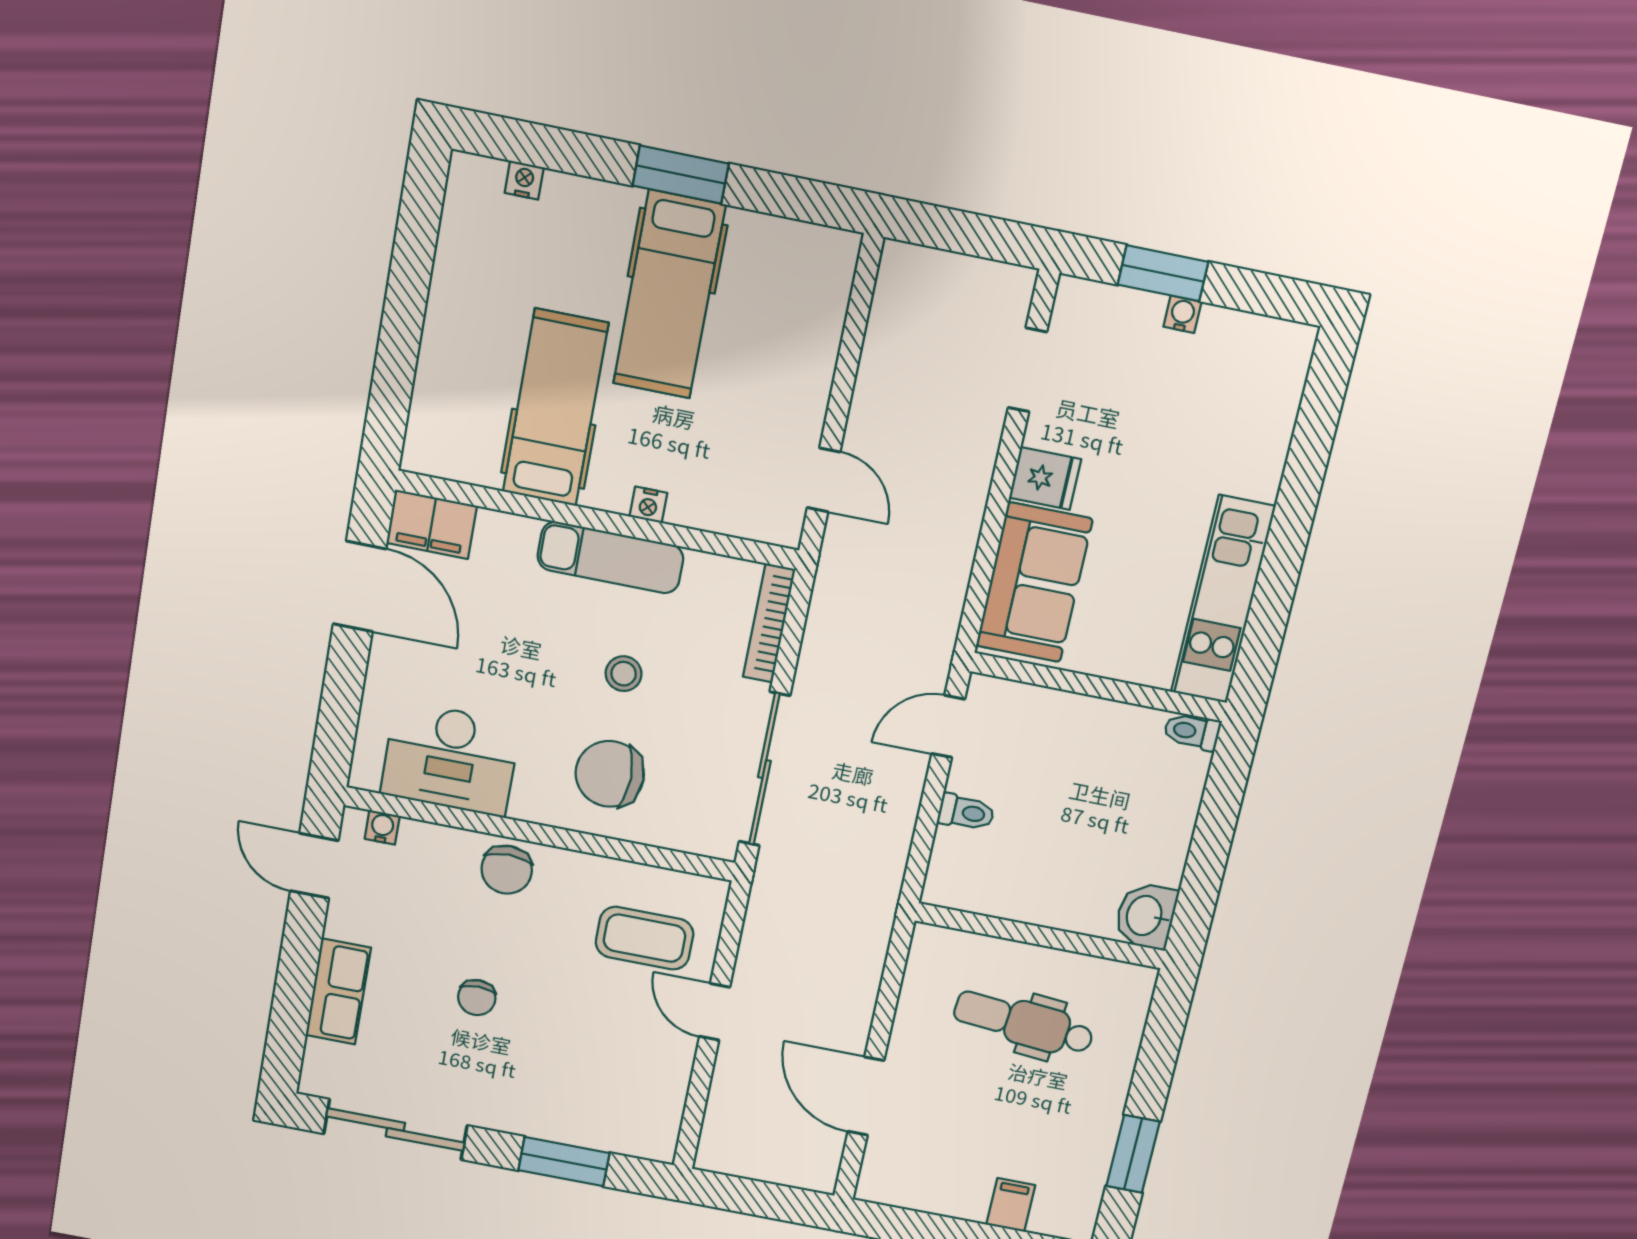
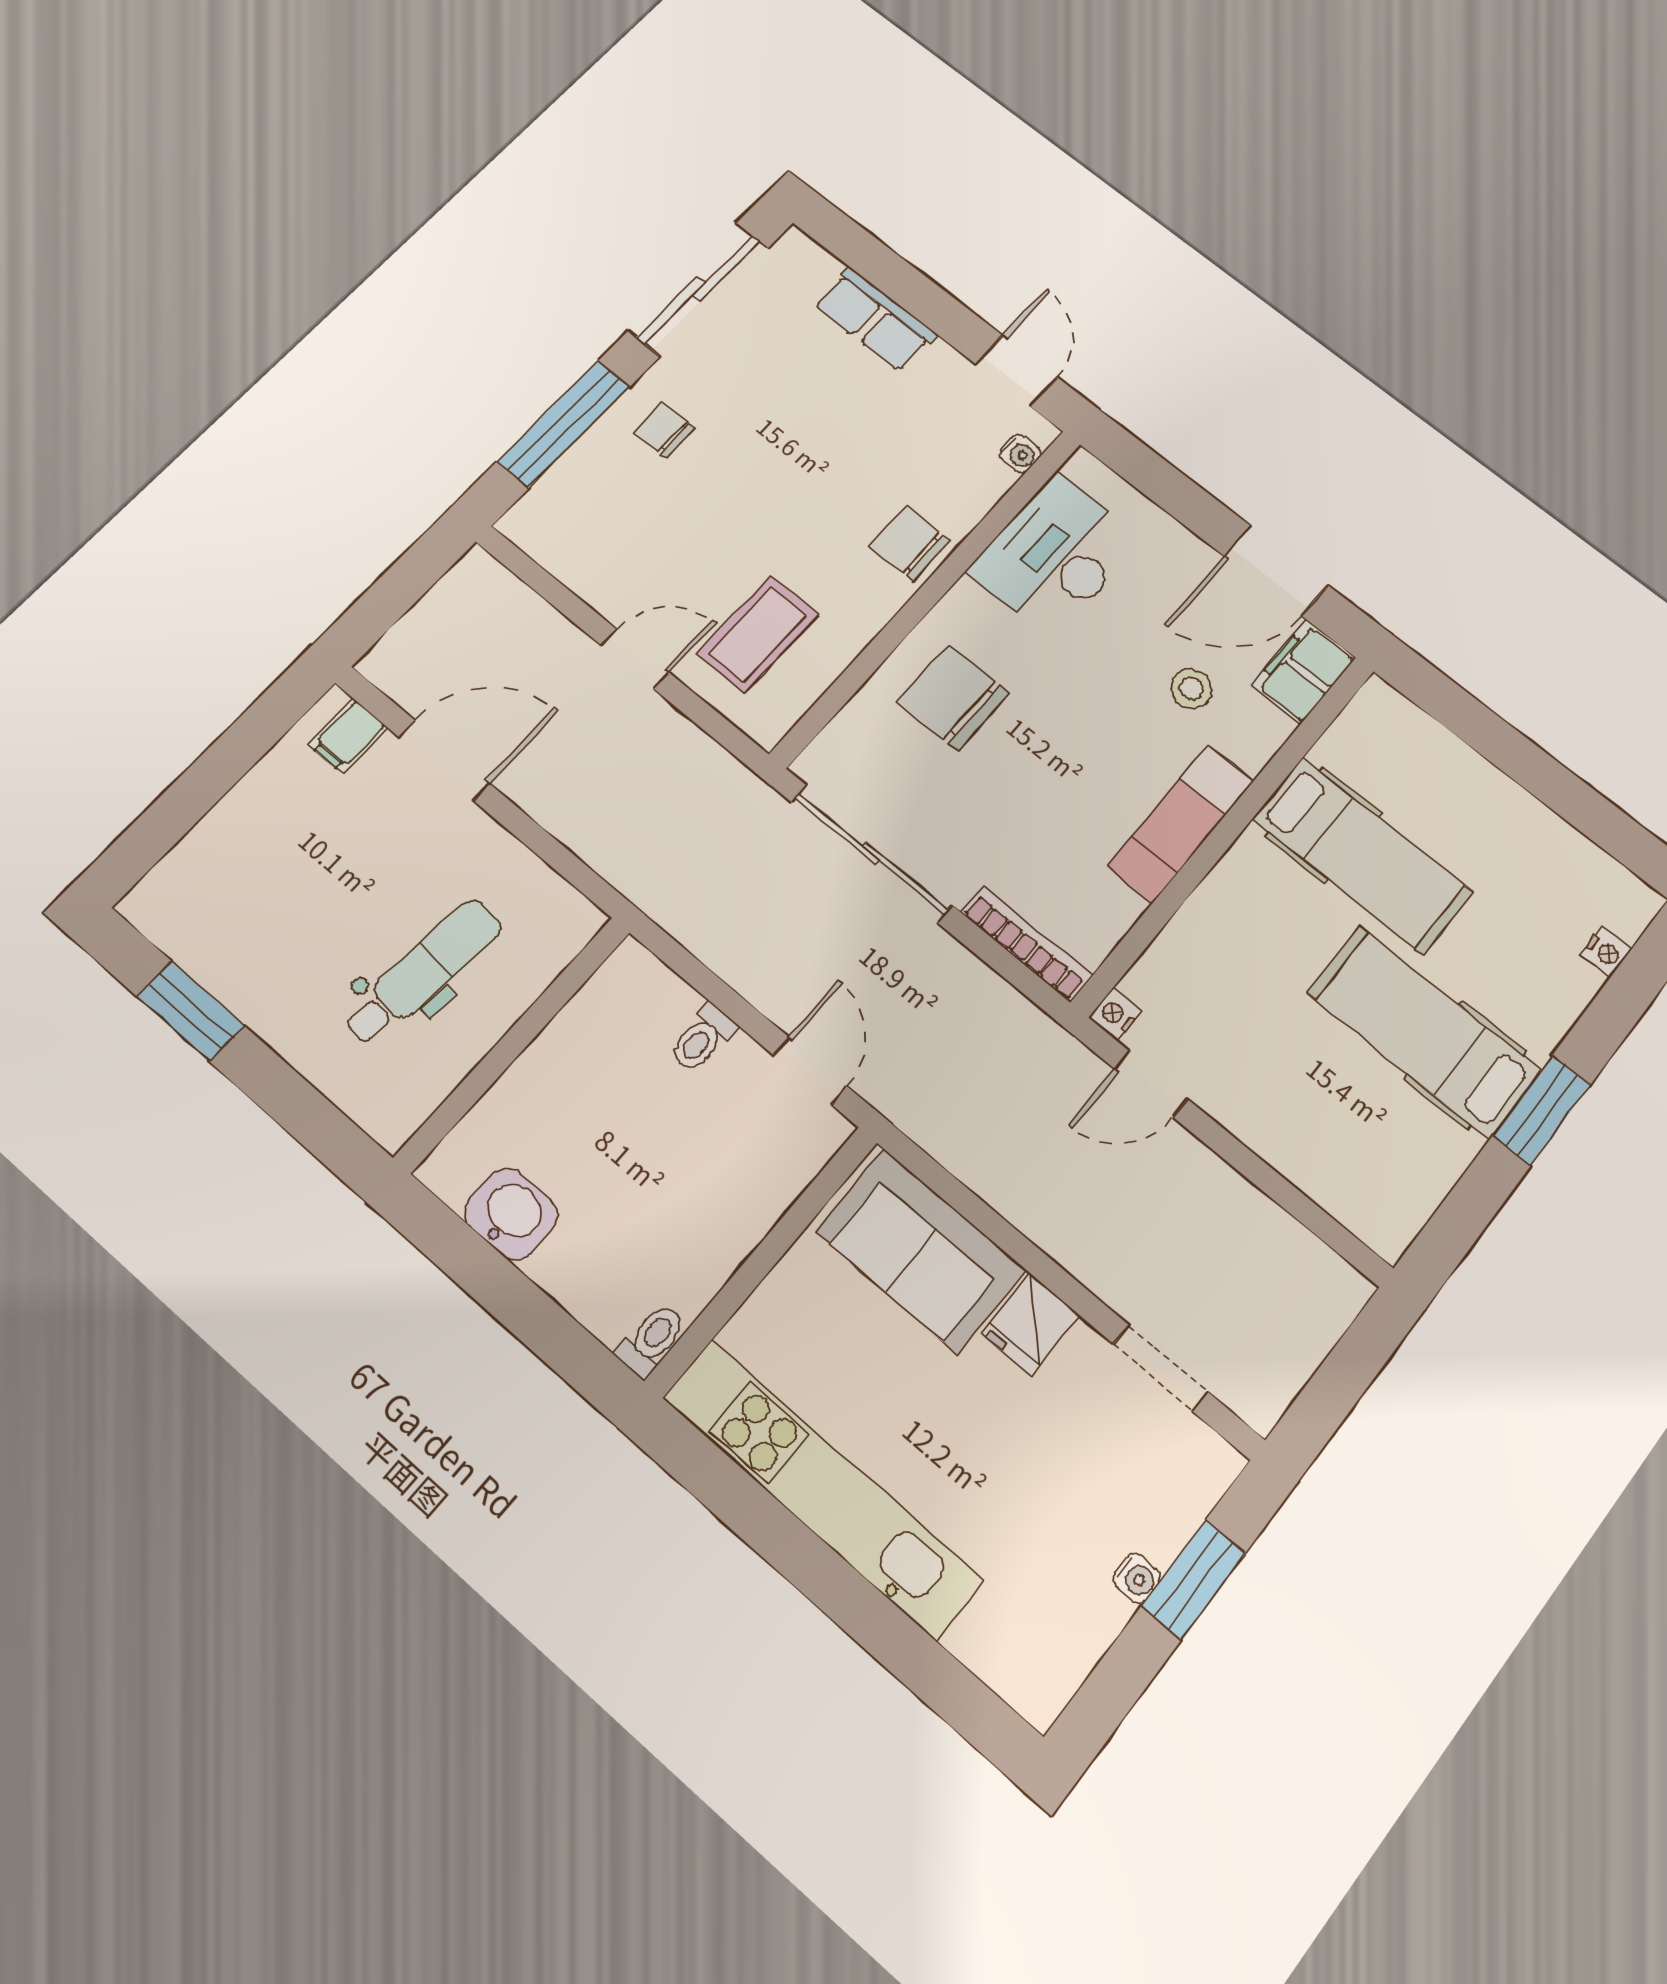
nightstand: (648, 505) -> (1115, 1015), moved
kitchen unit: (1223, 600) -> (822, 1488), width x1.36
stool: (624, 674) -> (1191, 689), moved
chair: (610, 774) -> (953, 697), turned -90
door: (314, 866) -> (1017, 371), hinge flipped
washbasin: (1146, 916) -> (511, 1214), moved
chair: (477, 998) -> (664, 430), moved
window: (564, 1162) -> (564, 424), width x1.44
filing cabinet: (1011, 1205) -> (348, 736), moved, turned 90

